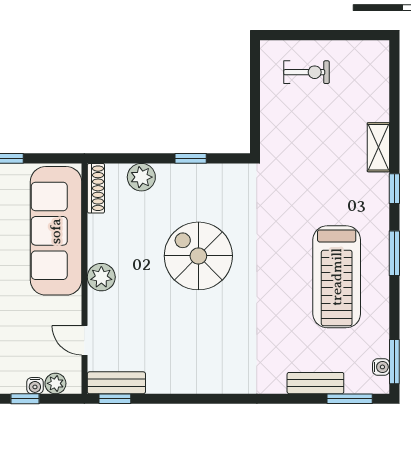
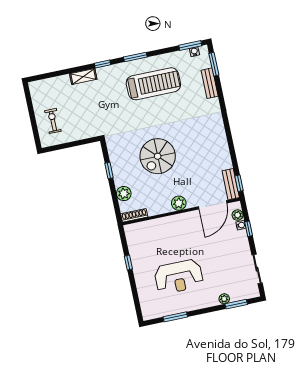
sofa: (56, 231) -> (160, 231), removed
door: (84, 340) -> (213, 205), width x1.88

